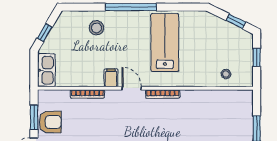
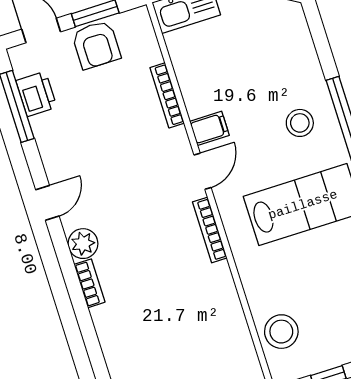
stool: (96, 28) -> (300, 123), moved
stool: (226, 74) -> (281, 332), width x1.89, depth x1.89

